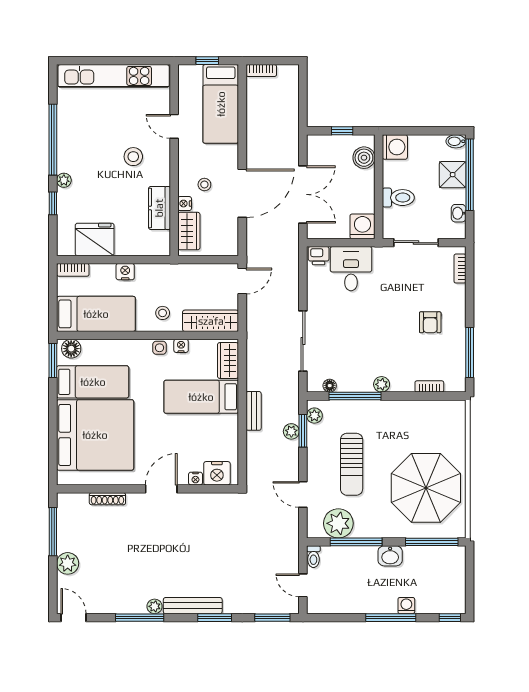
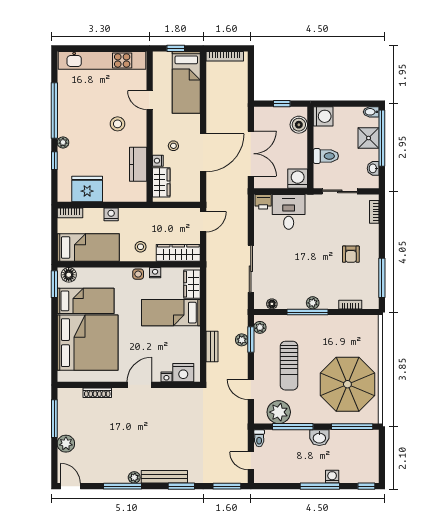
bookcase: (261, 71) -> (225, 56), width x1.56
window: (355, 396) -> (308, 312), moved
bench: (254, 411) -> (212, 346), moved

